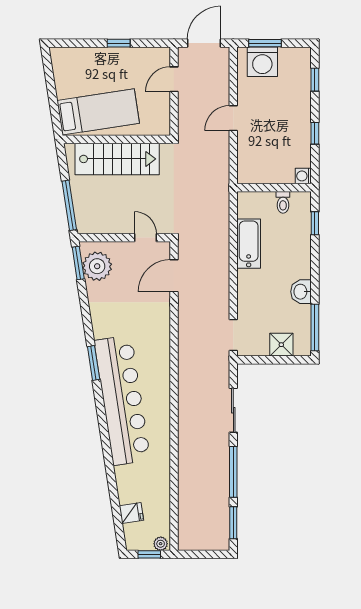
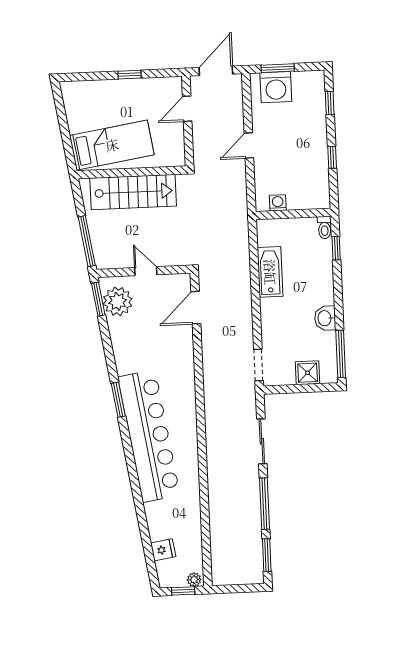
washing machine: (303, 176) -> (278, 203), moved, turned 90
toilet: (283, 202) -> (325, 228), moved
door: (145, 238) -> (146, 271), moved

